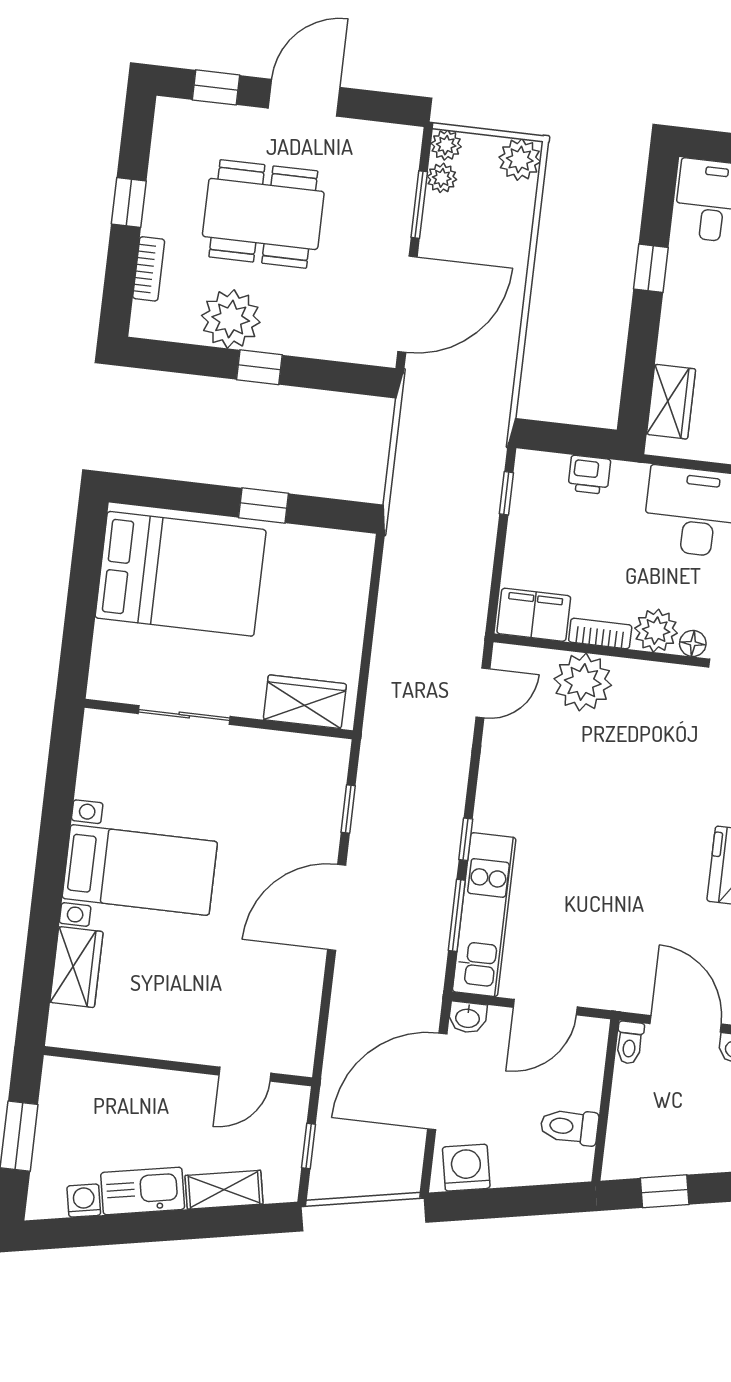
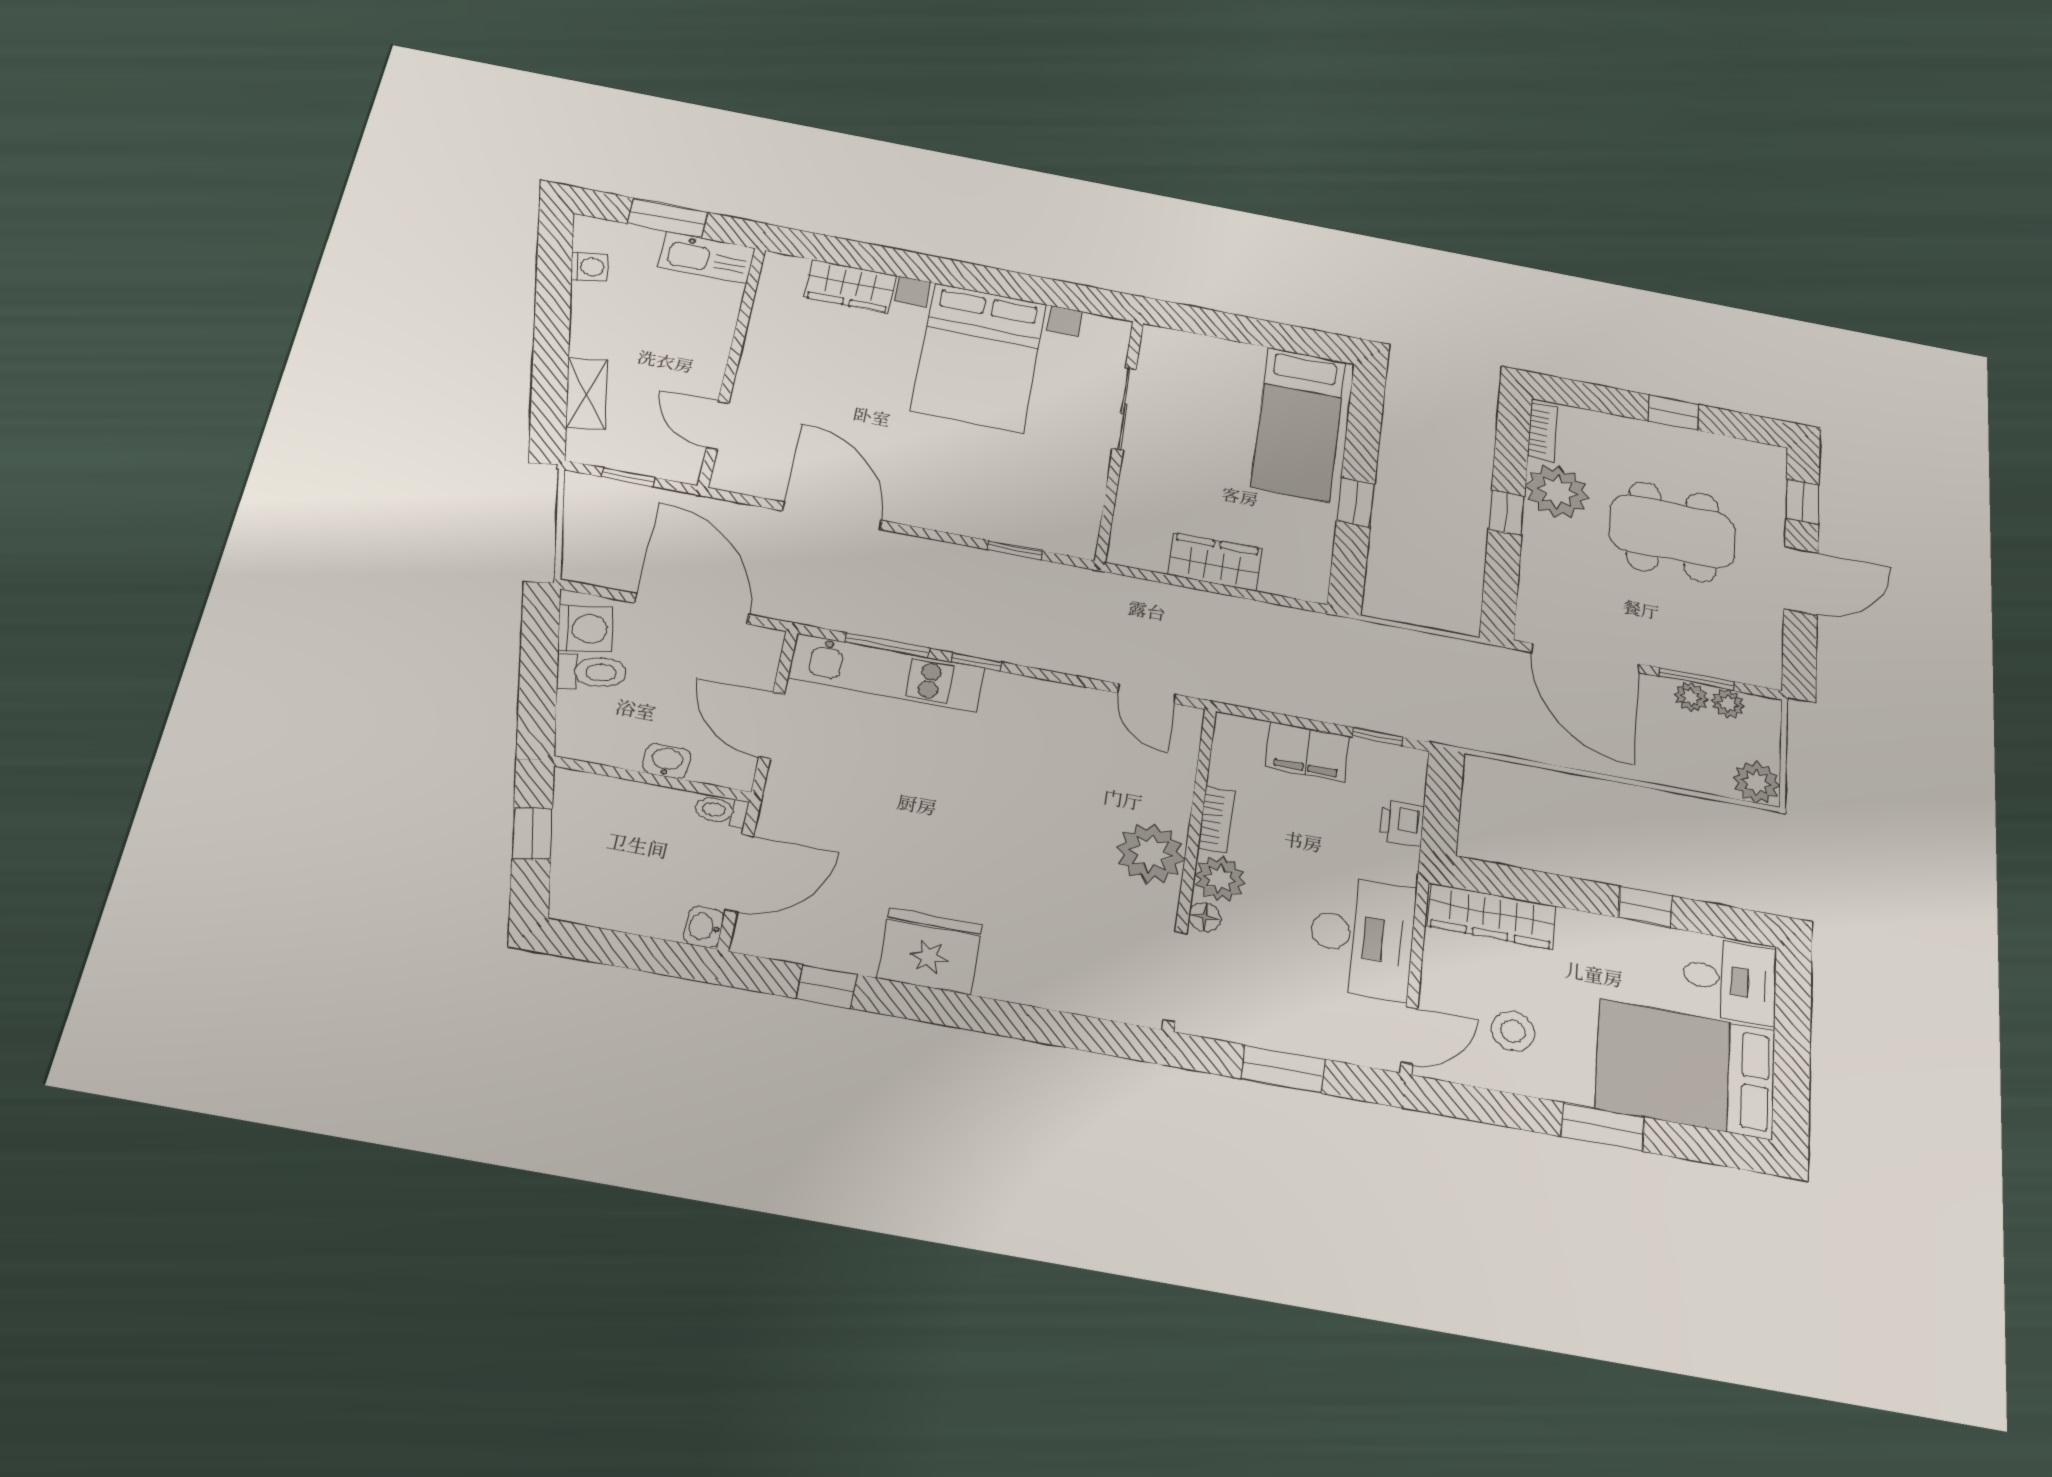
door: (304, 98) -> (1801, 581), hinge flipped
plant: (446, 145) -> (1691, 697), moved
dining table: (263, 214) -> (1672, 532), turned 90
bookcase: (149, 269) -> (1543, 432), moved, turned -90
wardrobe: (671, 402) -> (1491, 916), width x1.50
bed: (181, 574) -> (1298, 424), width x0.67
filing cabinet: (534, 615) -> (1307, 752), moved, turned 90
plant: (583, 682) -> (1151, 853), moved
wardrobe: (305, 702) -> (1215, 562), moved, turned -90
bed with nightstands: (140, 870) -> (979, 357), width x1.36
door: (337, 907) -> (832, 516), moved
washbasin: (468, 1017) -> (667, 761), moved, turned 90
toilet: (569, 1127) -> (591, 672), moved, turned 79
kitchen sink: (143, 1191) -> (707, 258), moved, turned 101

